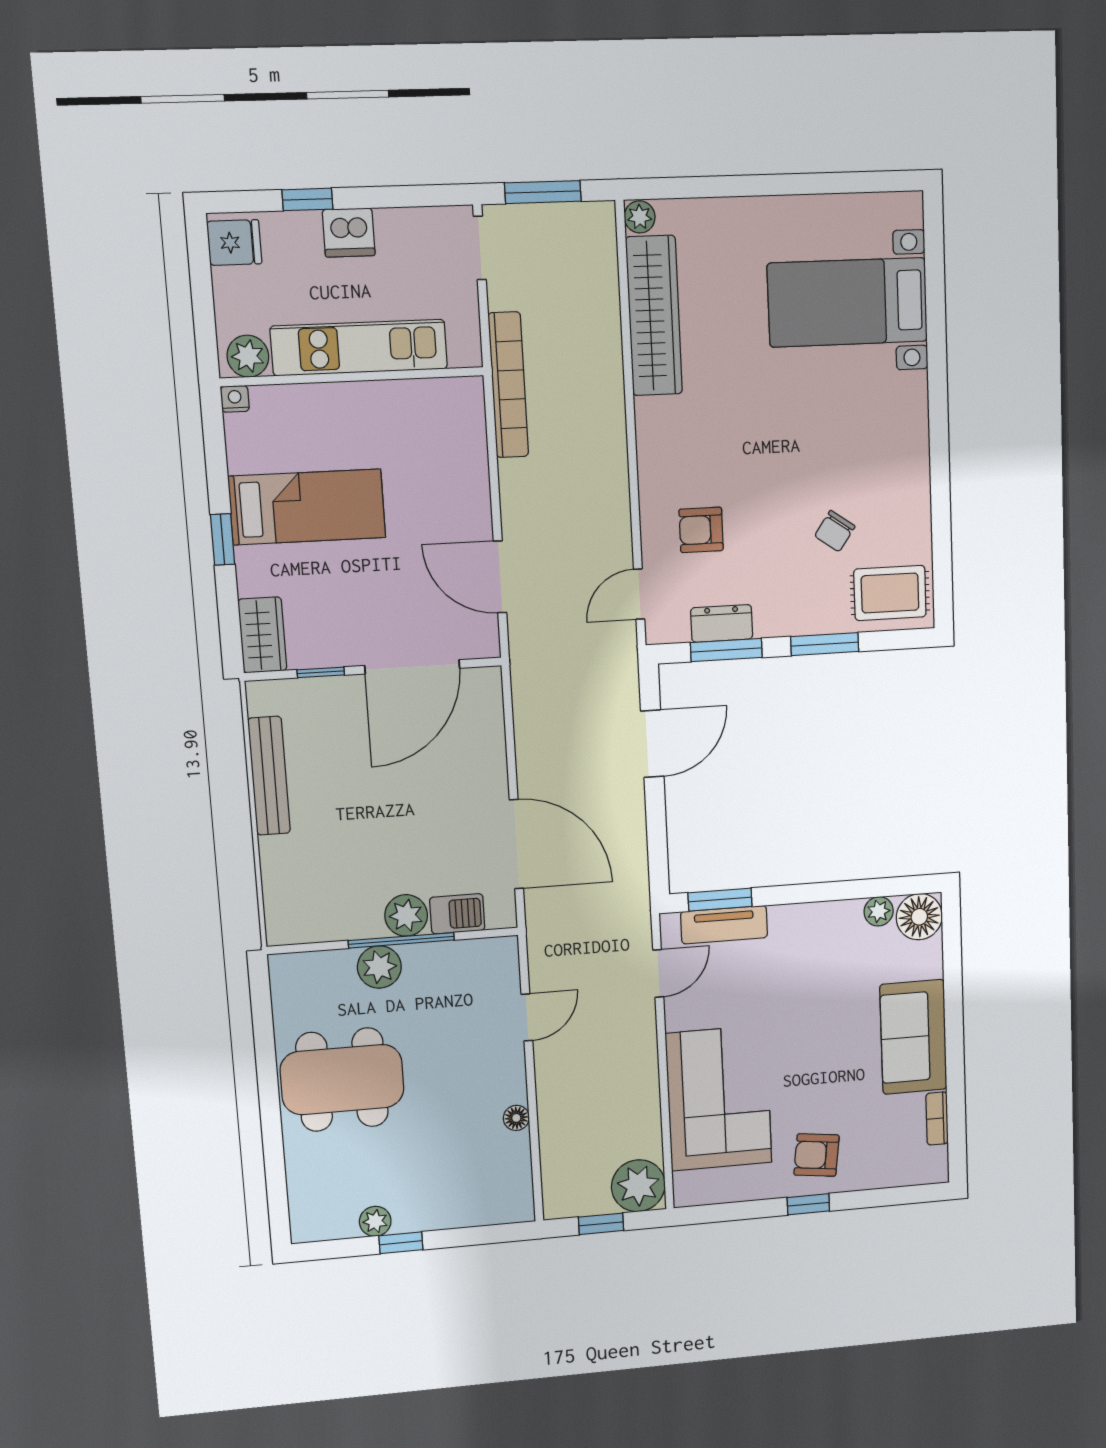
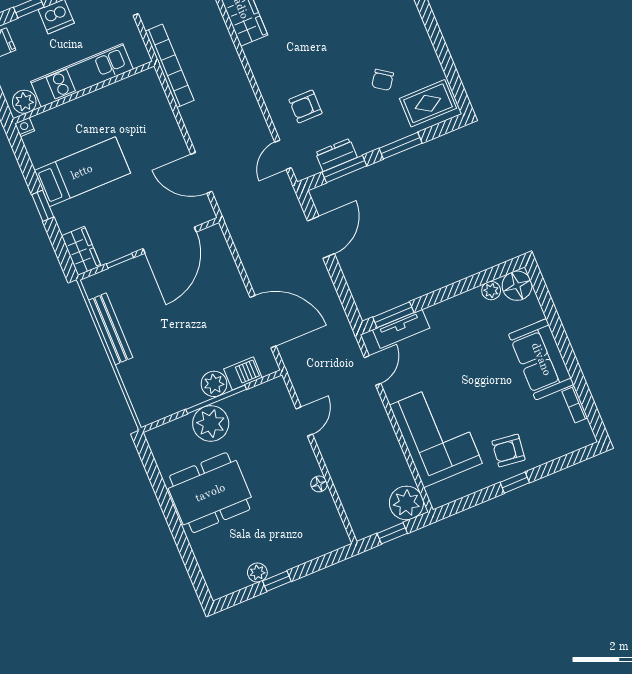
plant: (379, 967) -> (211, 423), width x1.36, depth x1.36

